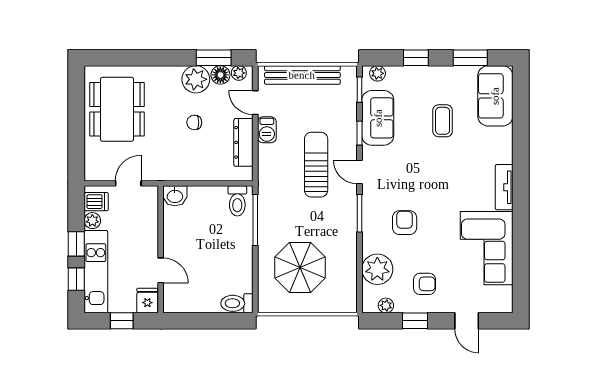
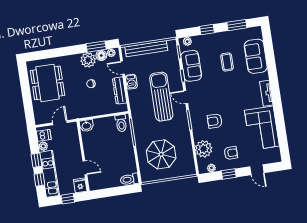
sofa: (495, 96) -> (256, 56), moved
sun lounger: (316, 165) -> (161, 97), width x1.36, depth x1.34
armchair: (405, 223) -> (215, 121), turned -90

